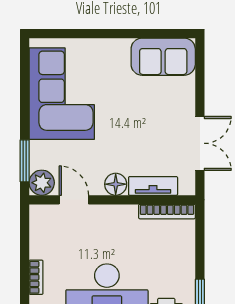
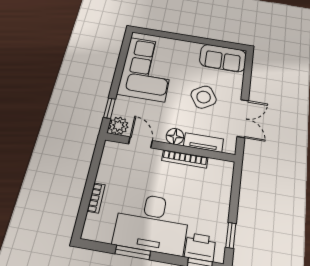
side table: (144, 122) -> (204, 97), added
window: (25, 161) -> (109, 108), width x0.67
bookcase: (167, 212) -> (185, 159), moved

